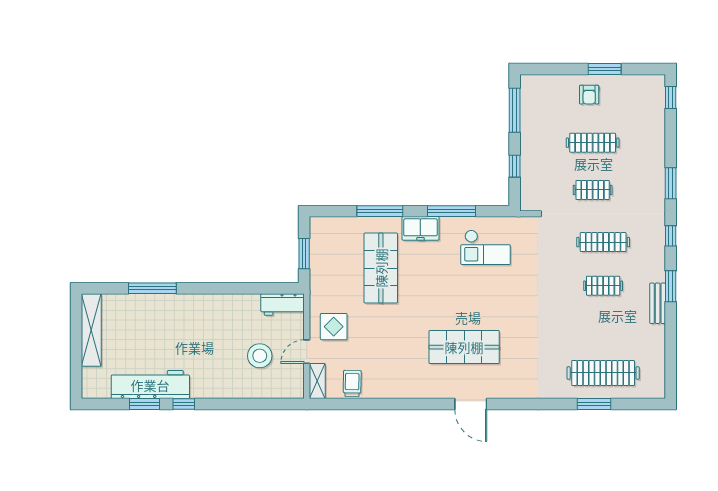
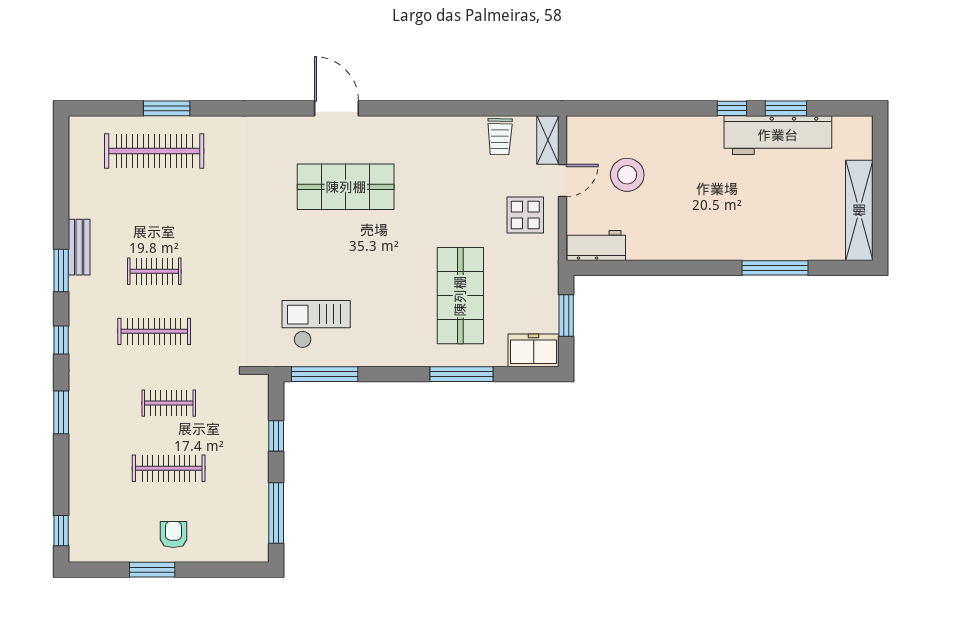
window: (451, 211) -> (325, 374), moved
freezer: (420, 228) -> (534, 350), moved

